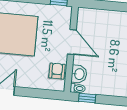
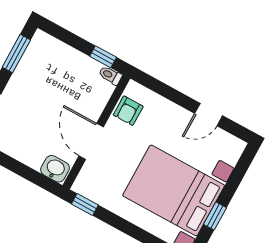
washbasin: (79, 74) -> (55, 169), moved, turned 90

